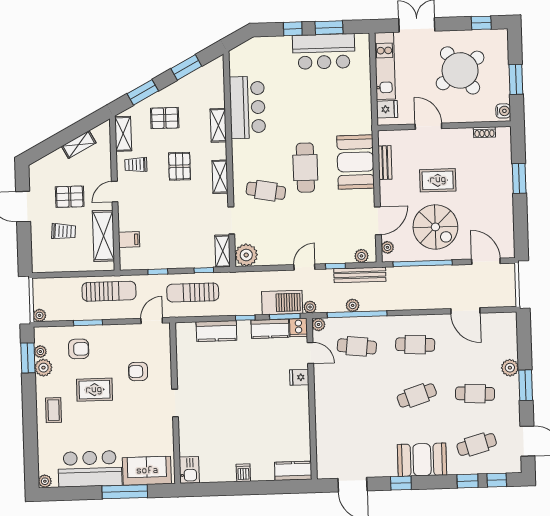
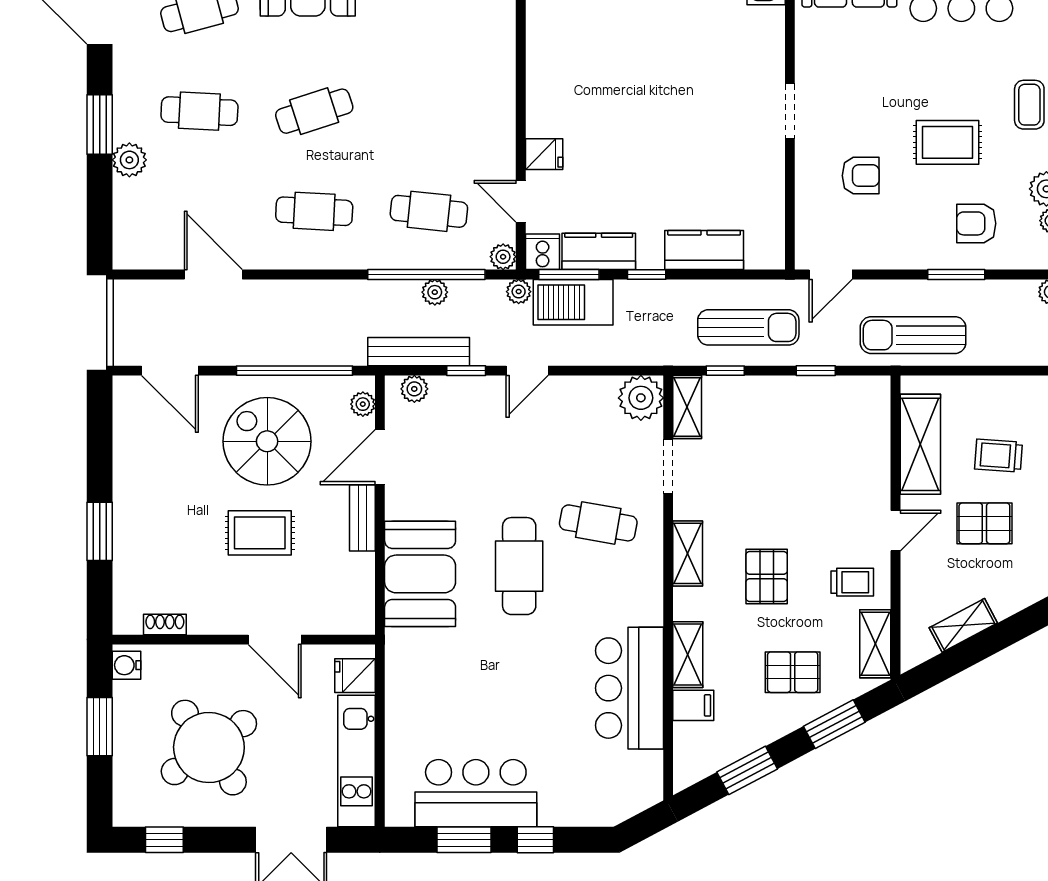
bench: (385, 163) -> (362, 518), moved
filing cabinet: (129, 240) -> (693, 705), moved, turned 180

